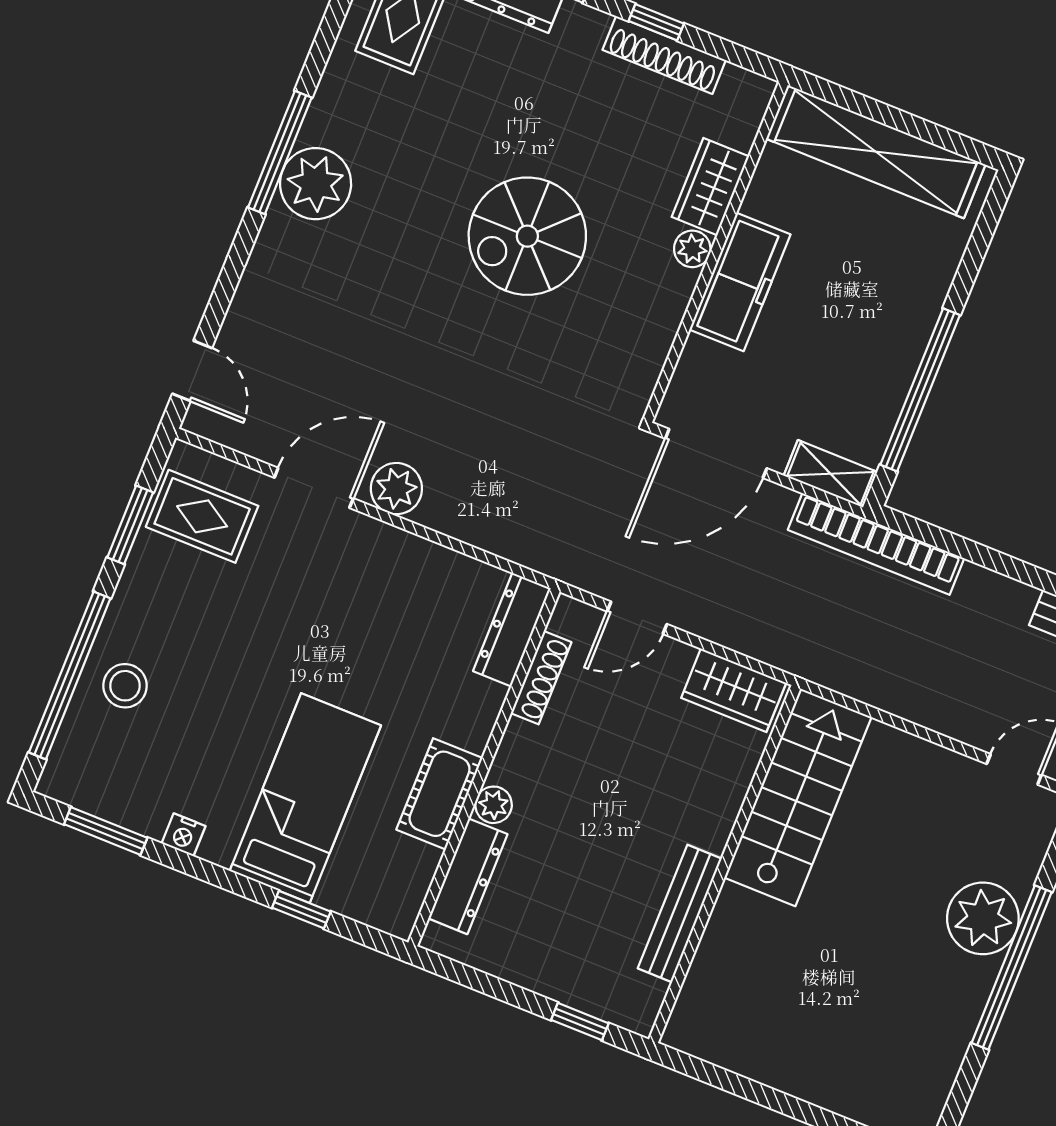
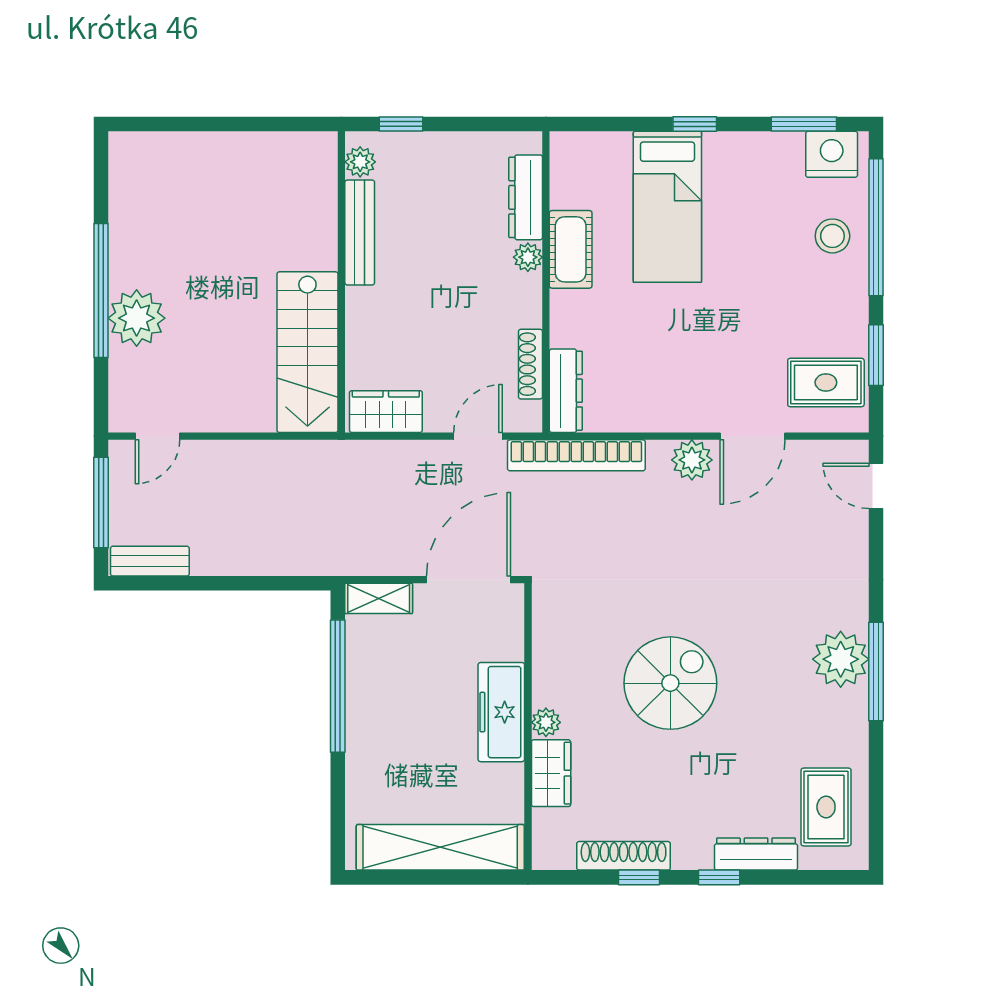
bookcase: (876, 544) -> (576, 455), moved, turned 180
nightstand: (184, 835) -> (832, 154), moved, width x1.89, depth x1.79
window: (301, 910) -> (695, 124), moved
plant: (646, 996) -> (360, 162), added

